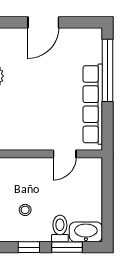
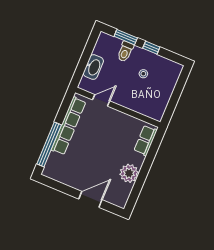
door: (43, 22) -> (90, 199), moved
washbasin: (86, 232) -> (93, 67), moved, turned -90

